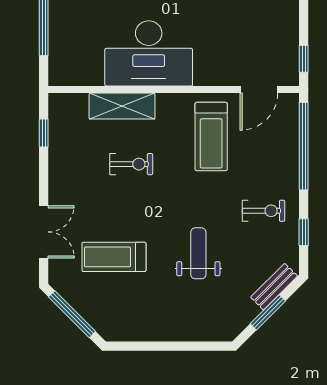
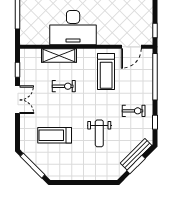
double door: (44, 232) -> (17, 100), moved
weight bench: (198, 253) -> (99, 133), turned 180
bench: (274, 287) -> (136, 154), width x1.36

